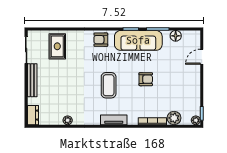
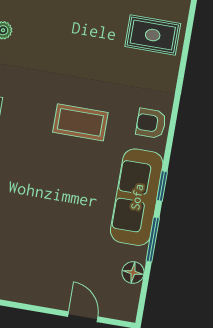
armchair: (101, 40) -> (151, 123), turned -90
armchair: (146, 79) -> (58, 199), removed
coffee table: (109, 85) -> (80, 122), moved

